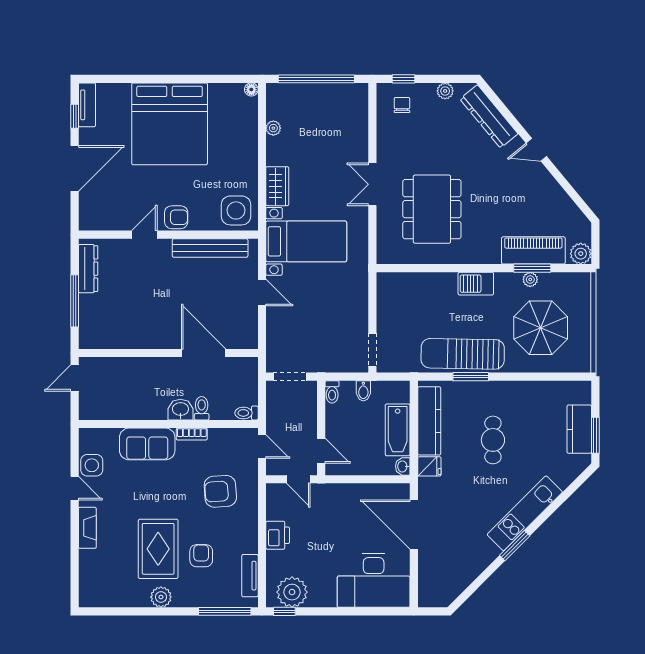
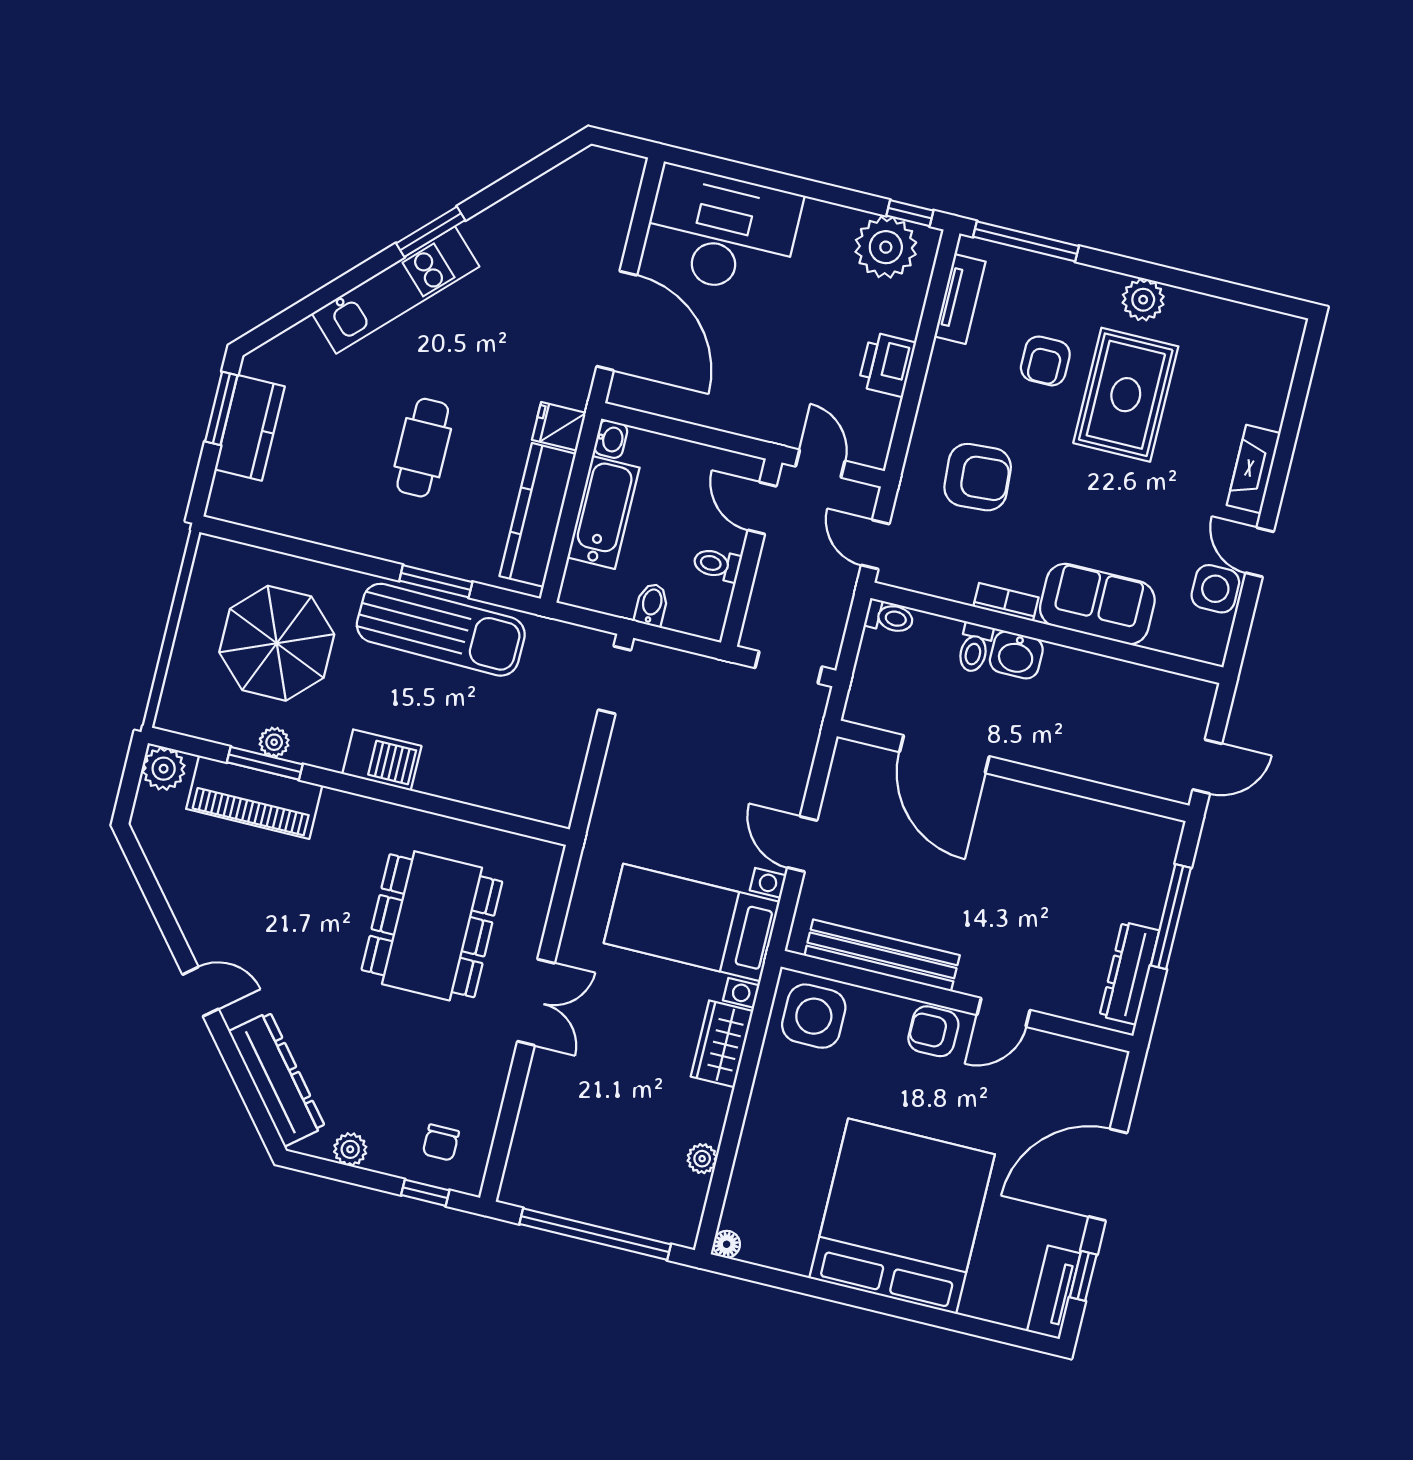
toilet: (332, 392) -> (717, 564), moved, turned -90

